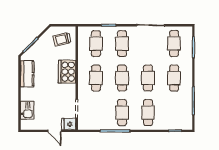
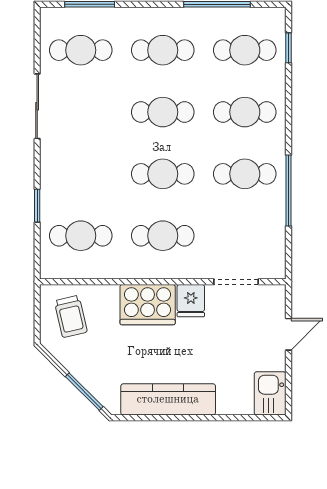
cafe table: (122, 44) -> (245, 50), moved
kitchen counter: (27, 74) -> (168, 399), width x1.50
kitchen sink: (27, 110) -> (270, 393), moved, turned -90
fridge: (69, 124) -> (191, 301), moved

